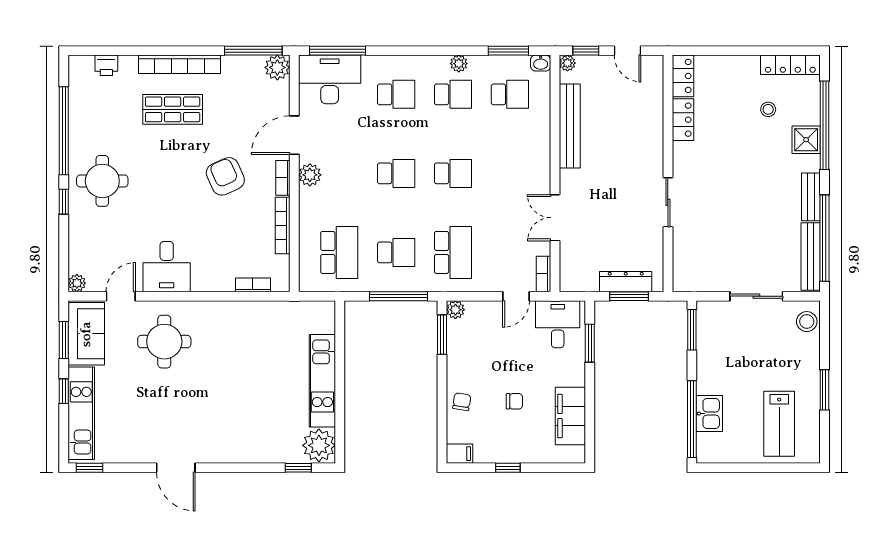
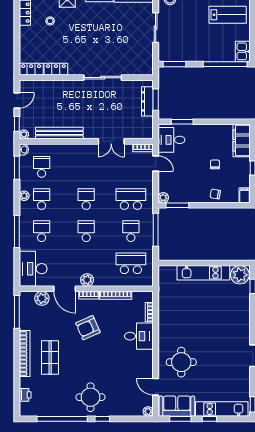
window: (338, 51) -> (17, 232), moved
plant: (277, 67) -> (42, 298), moved
sliding door: (668, 202) -> (103, 78), width x1.37
desk: (167, 267) -> (139, 336), moved
kitchen sink: (709, 414) -> (243, 51), moved, turned -90
filing cabinet: (570, 416) -> (242, 141), moved, turned 90

